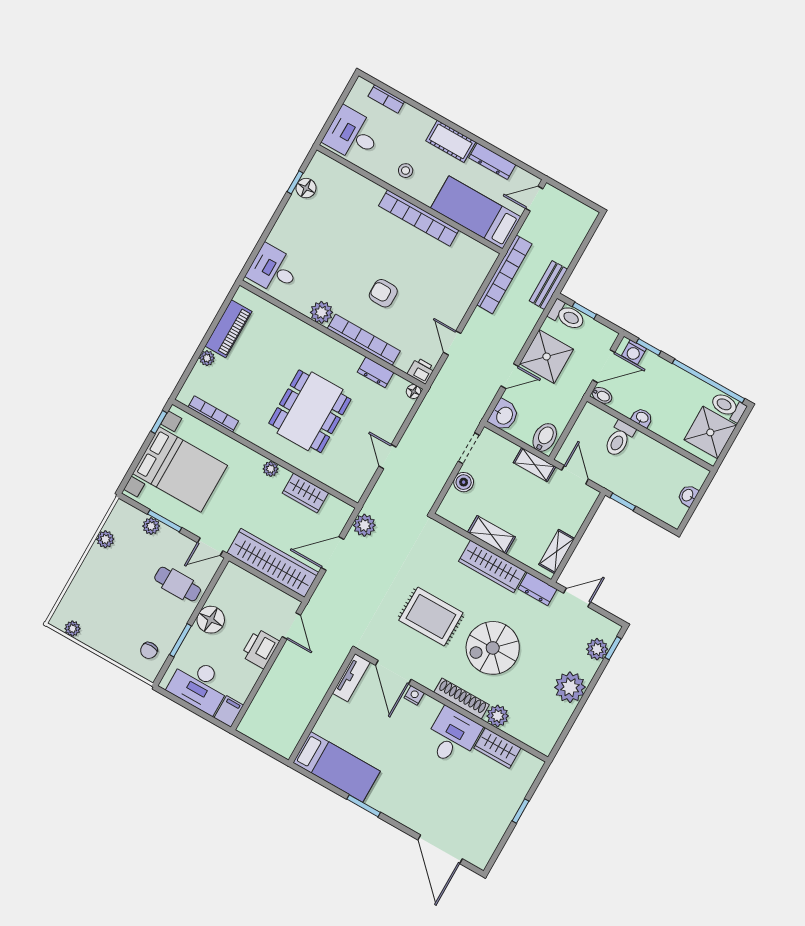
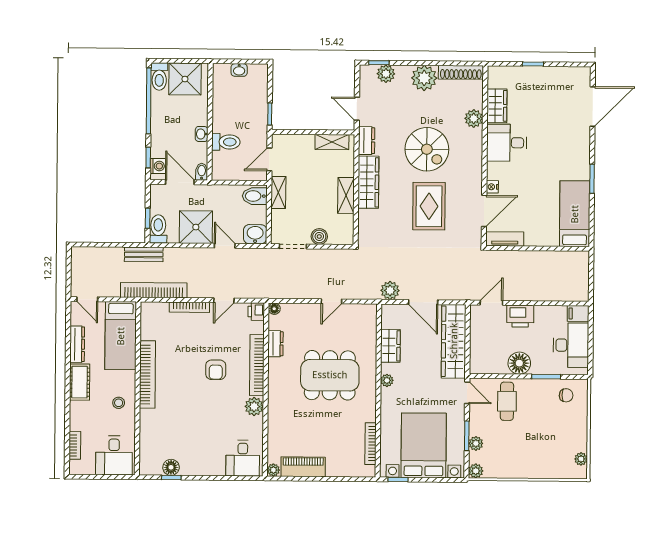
bookcase: (465, 302) -> (189, 307), added
plant: (207, 358) -> (273, 470), moved
plant: (105, 539) -> (476, 471), moved
shoe rack: (462, 699) -> (461, 72), moved, turned -90

